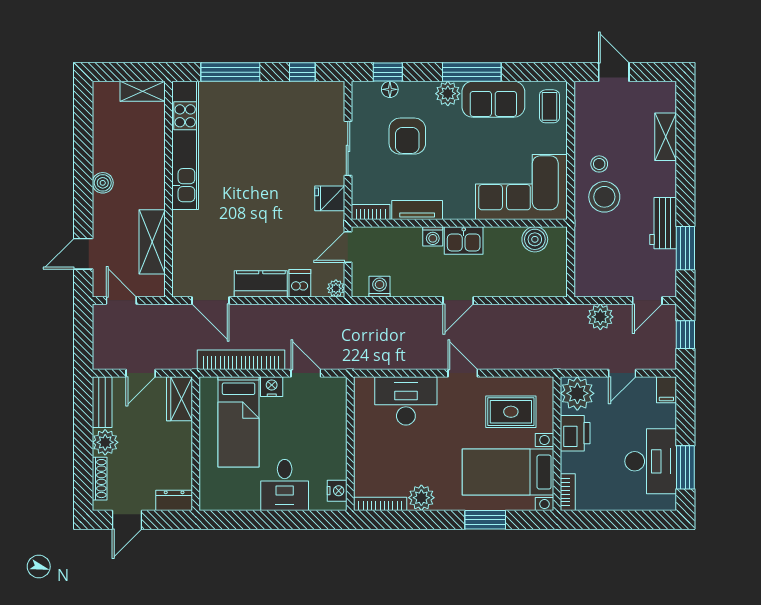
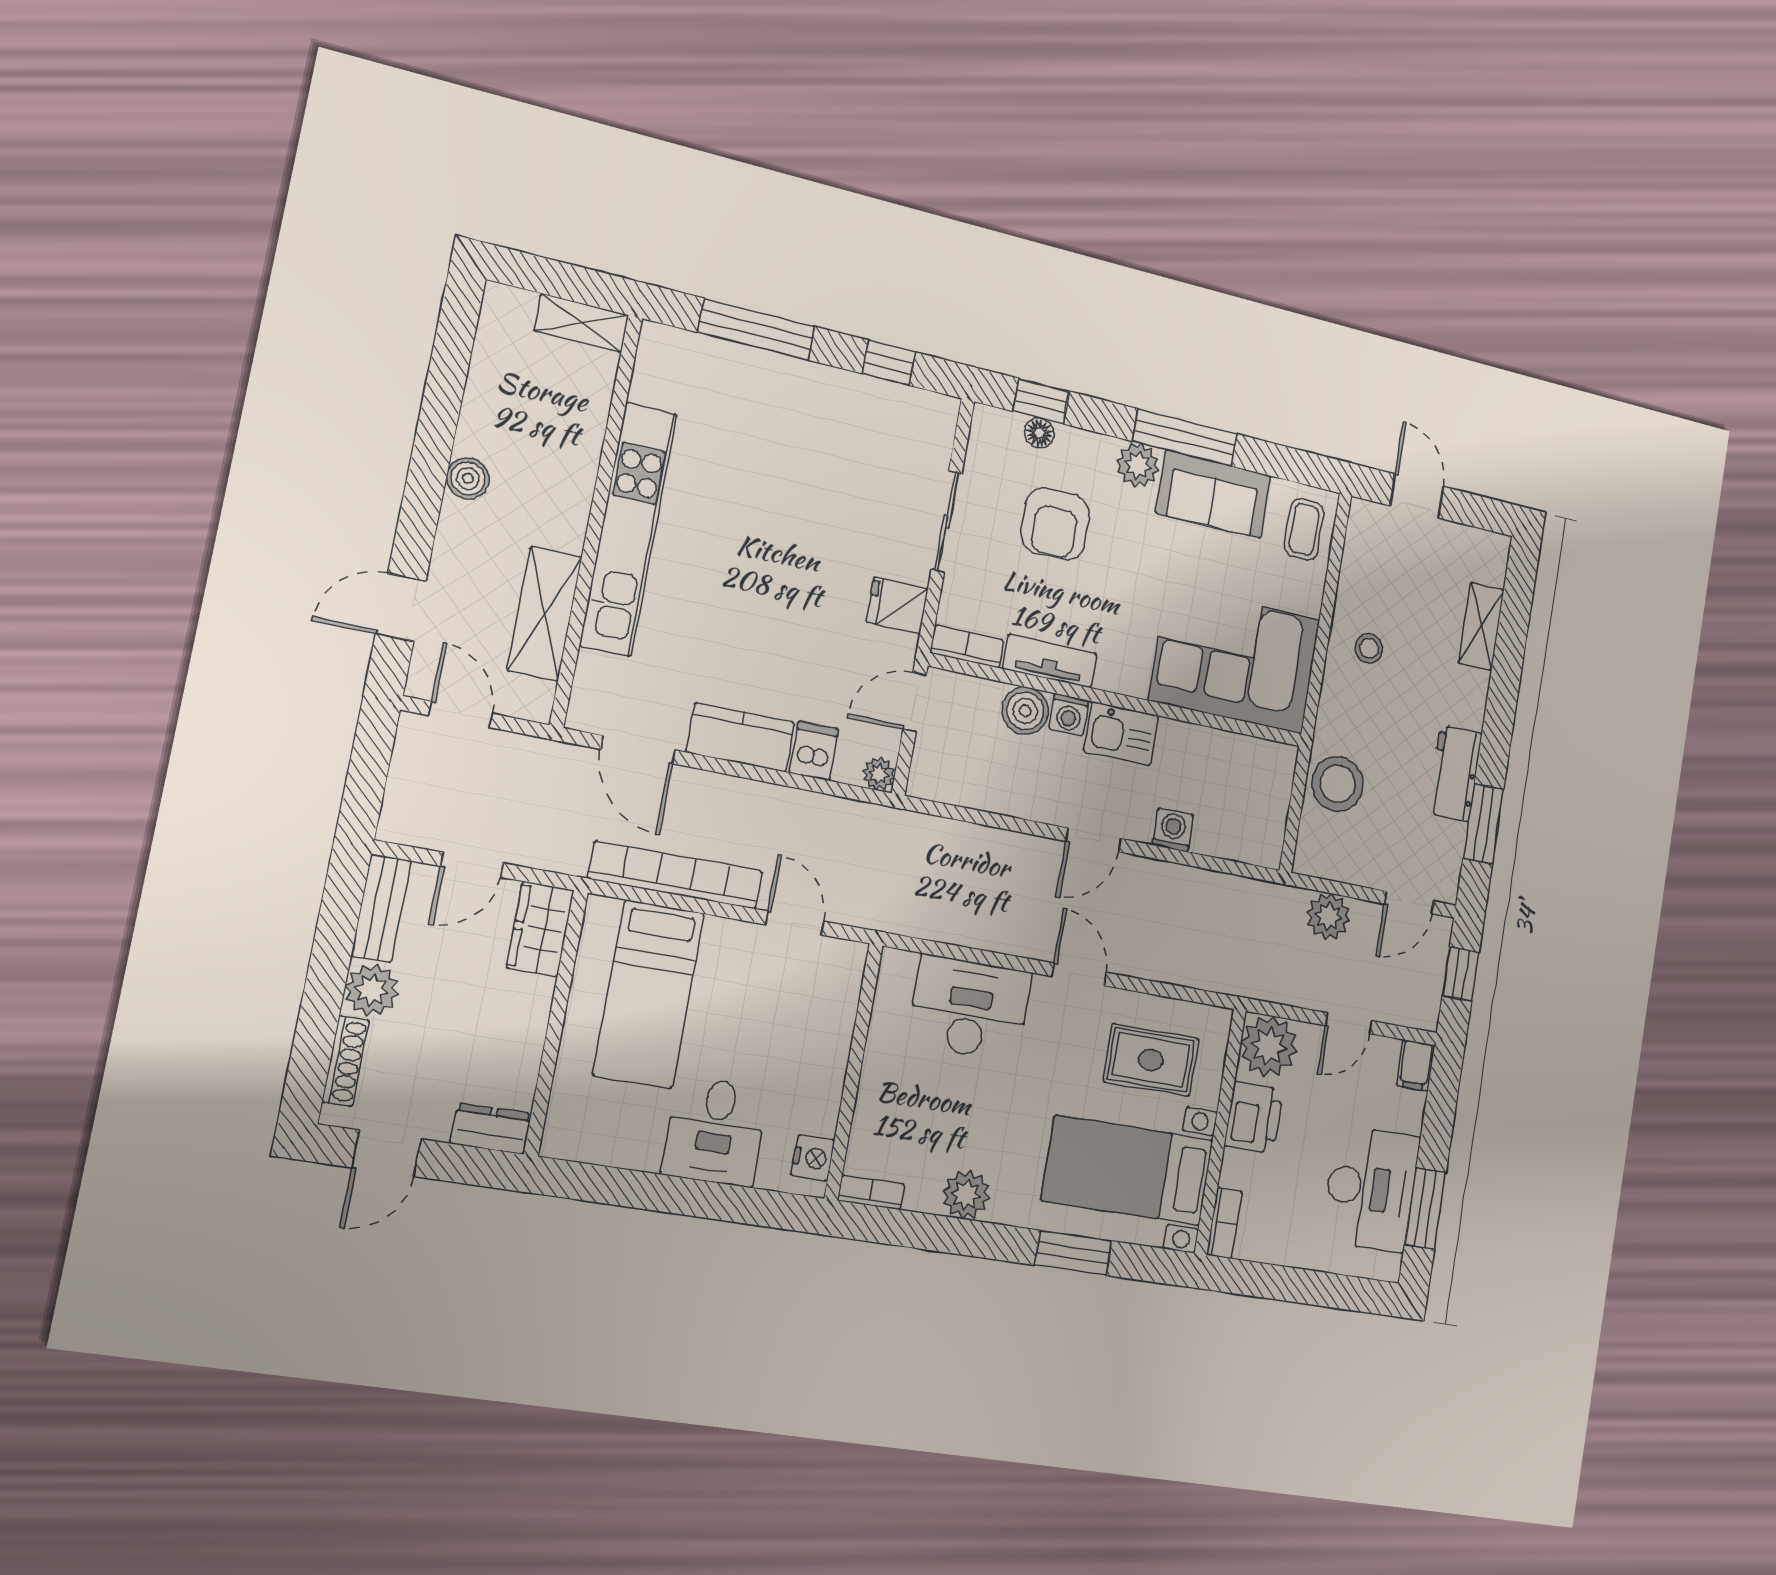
kitchen unit: (185, 145) -> (628, 529), moved
stool: (604, 197) -> (1338, 784), moved
boiler: (535, 239) -> (1025, 711), moved
washing machine: (380, 287) -> (1173, 830), moved
nightstand: (272, 387) -> (725, 937), removed
bookcase: (380, 504) -> (871, 1192), width x0.64

